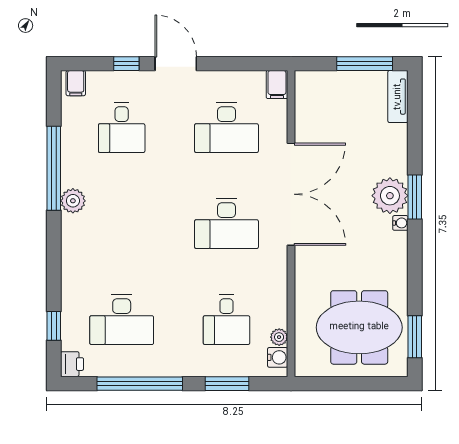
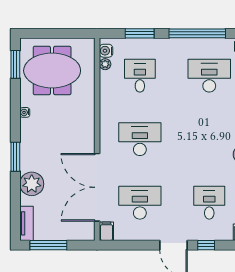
double door: (291, 194) -> (97, 187), moved
plant: (390, 196) -> (32, 184), moved
water cooler: (400, 223) -> (25, 112), moved

